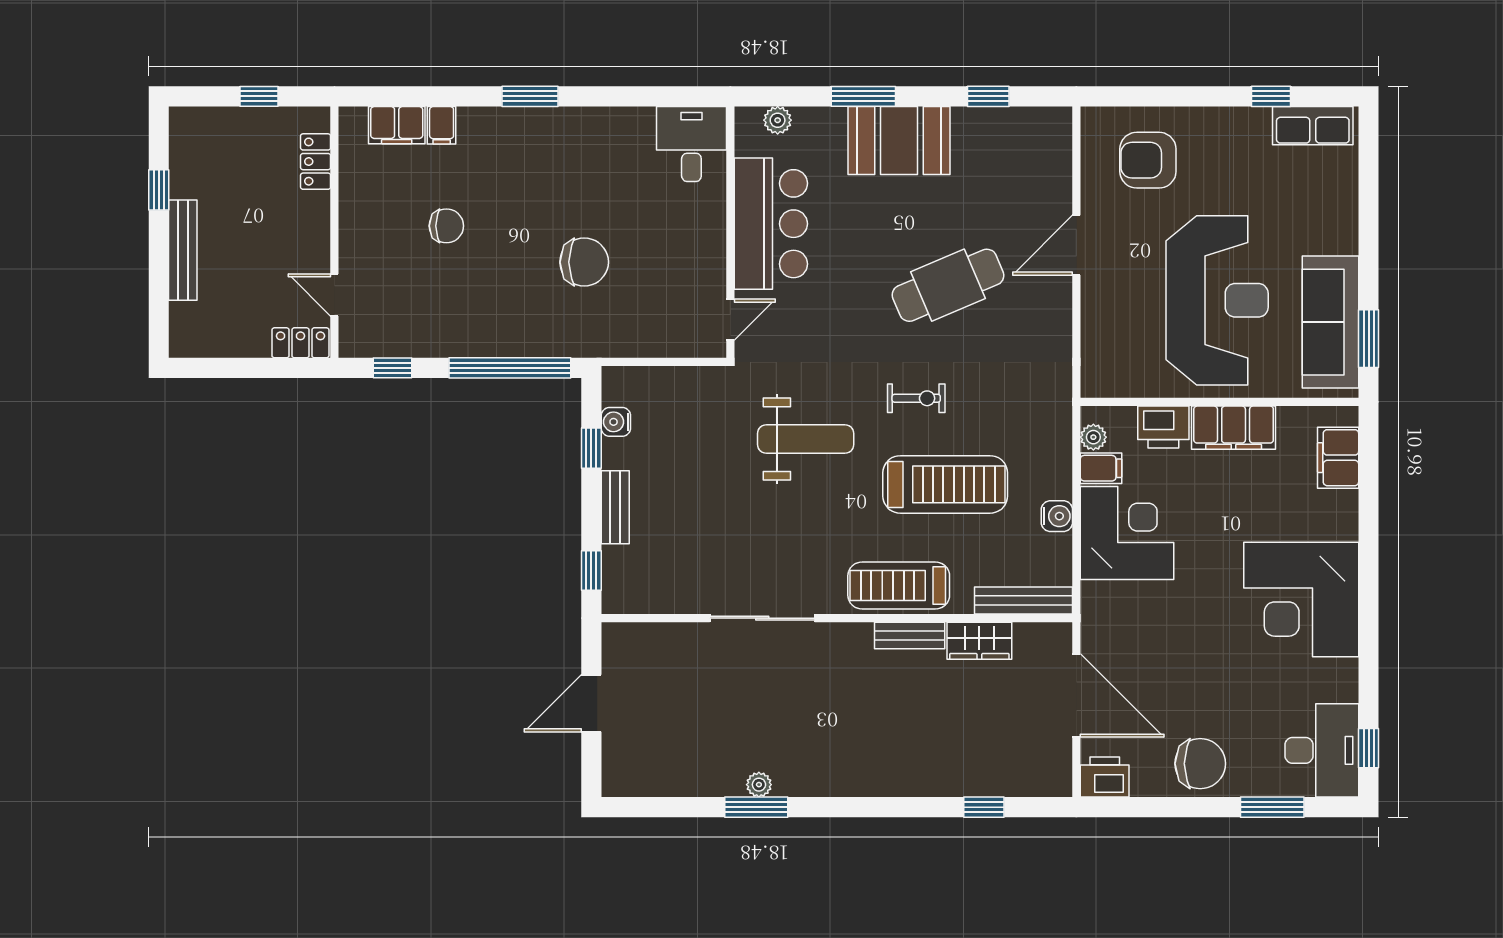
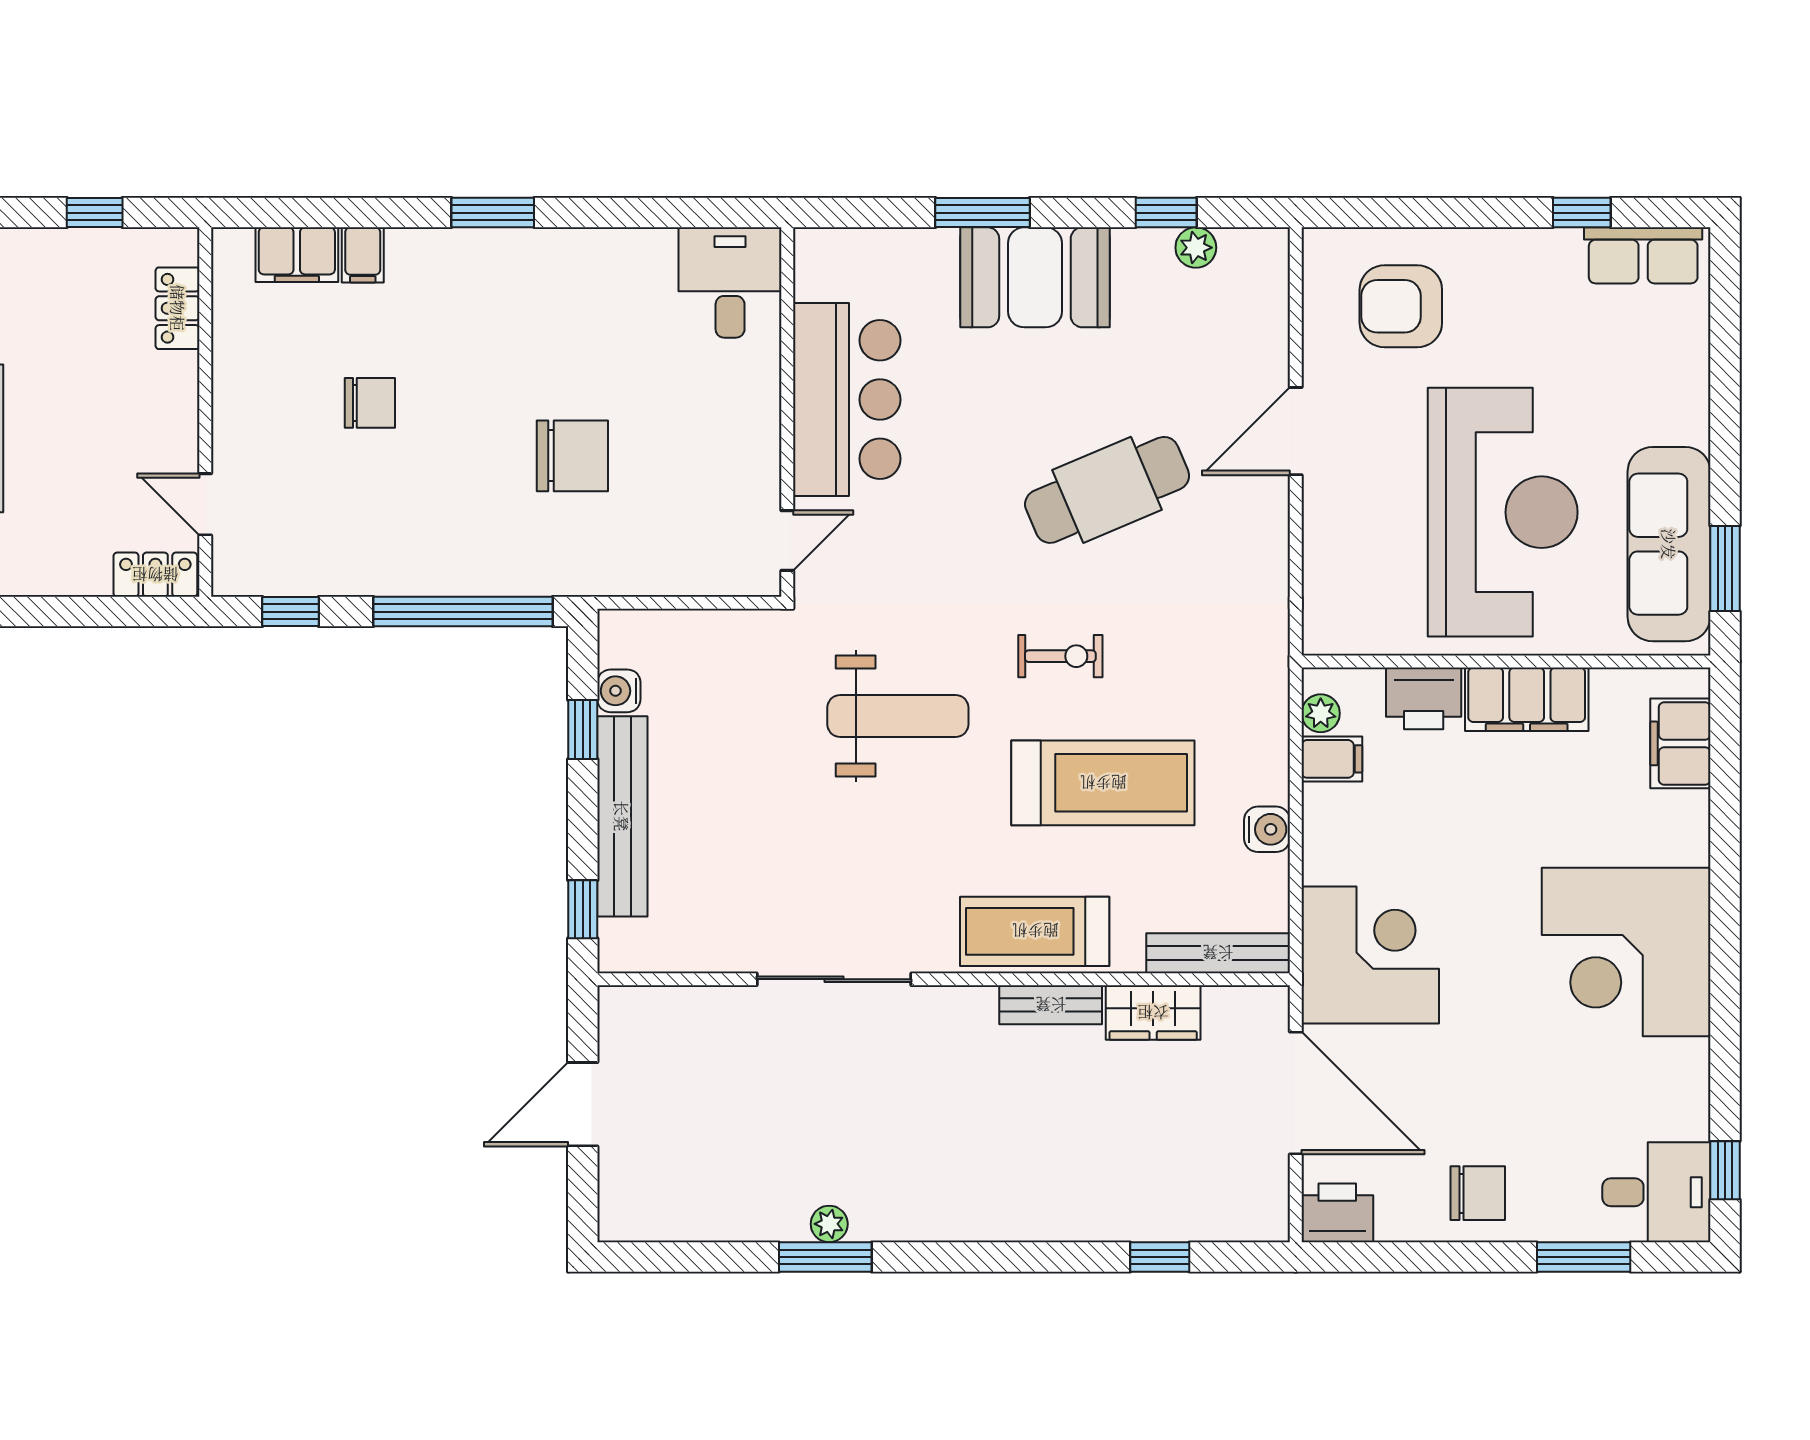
plant: (778, 120) -> (1196, 248), moved
bench: (615, 507) -> (622, 816), width x1.86, depth x1.21
corner desk: (1127, 533) -> (1370, 955), moved
desk: (1322, 750) -> (1656, 1192), width x0.73
chair: (1200, 764) -> (1478, 1193), width x0.73, depth x0.73

